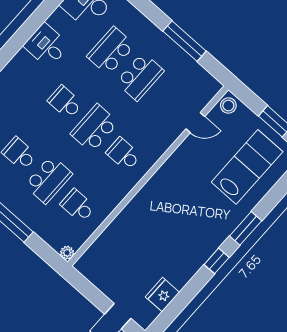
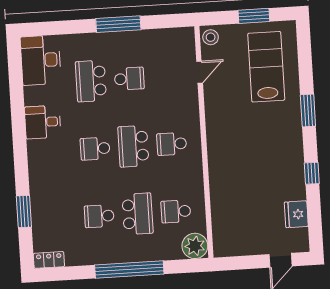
window: (185, 41) -> (118, 24), moved
school desk: (140, 77) -> (129, 79), width x0.54
plant: (67, 253) -> (195, 246), width x1.87, depth x1.87
window: (217, 261) -> (312, 173), moved

